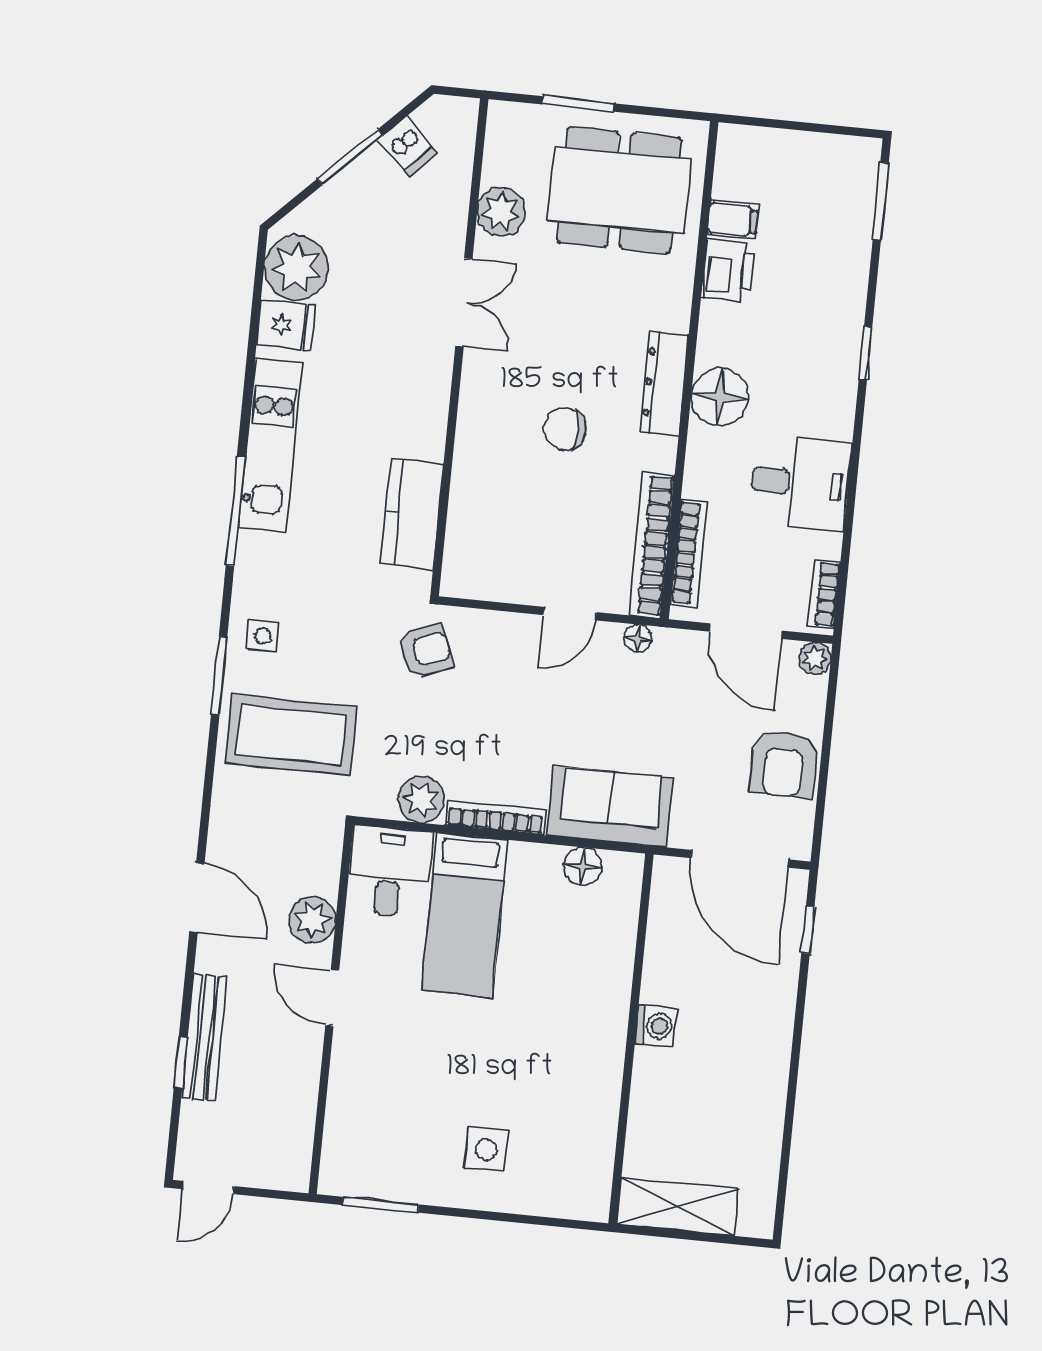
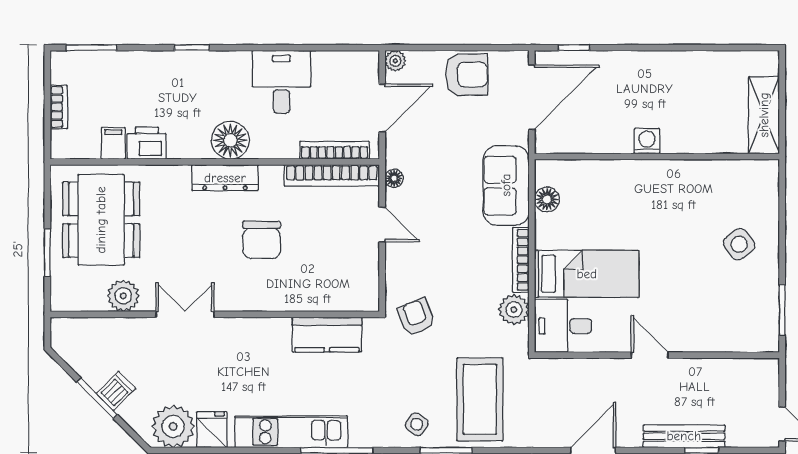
dishwasher: (408, 146) -> (116, 391), moved
chair: (565, 429) -> (262, 240), width x1.37, depth x1.37
bookcase: (824, 594) -> (59, 107), moved, turned -90
side table: (263, 636) -> (417, 424), turned 36
plant: (312, 920) -> (600, 373), removed
door: (332, 998) -> (650, 355), swing flipped
side table: (486, 1150) -> (739, 244), turned -38

